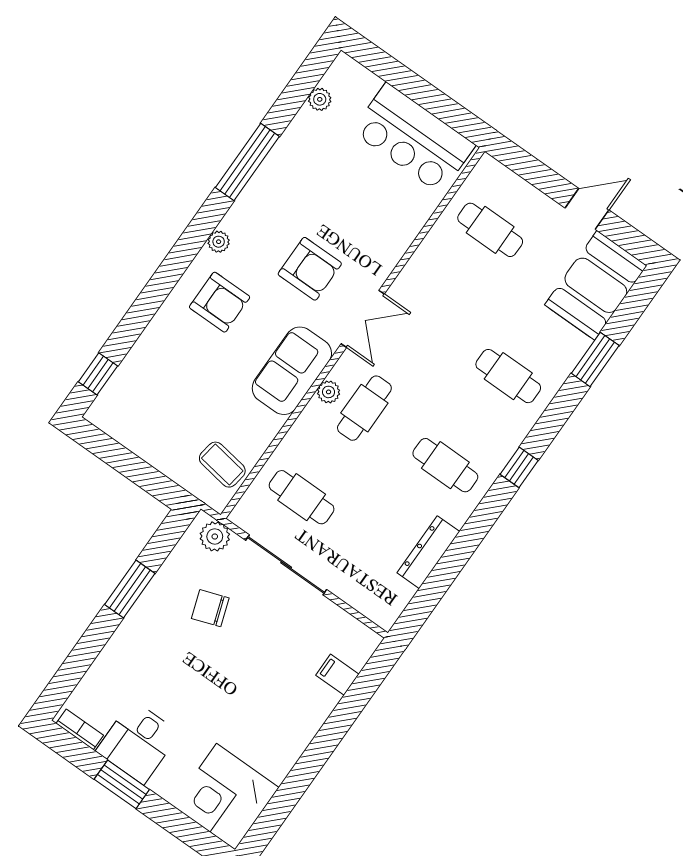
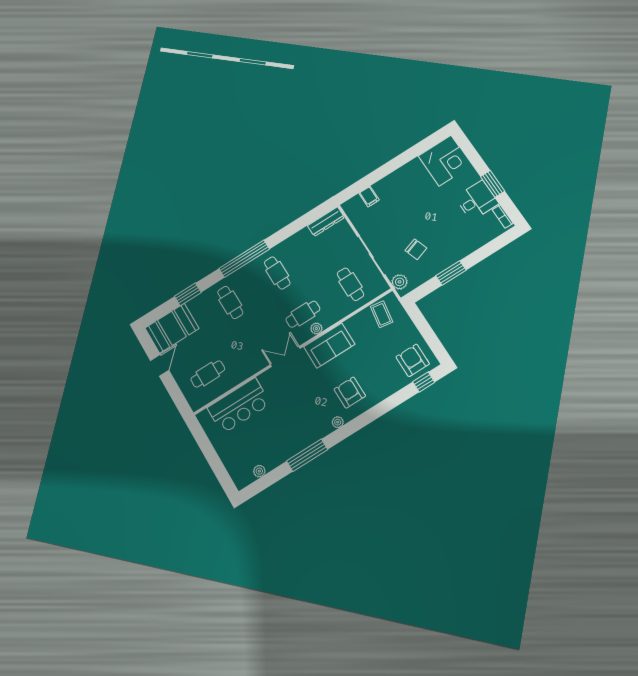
bar counter: (414, 138) -> (239, 406), moved, turned 90
door: (587, 209) -> (160, 365), swing flipped
cafe table: (490, 230) -> (208, 374), turned 90
armchair: (310, 269) -> (413, 360), moved
window: (519, 467) -> (244, 259), width x3.17
dresser: (428, 552) -> (326, 222), moved

